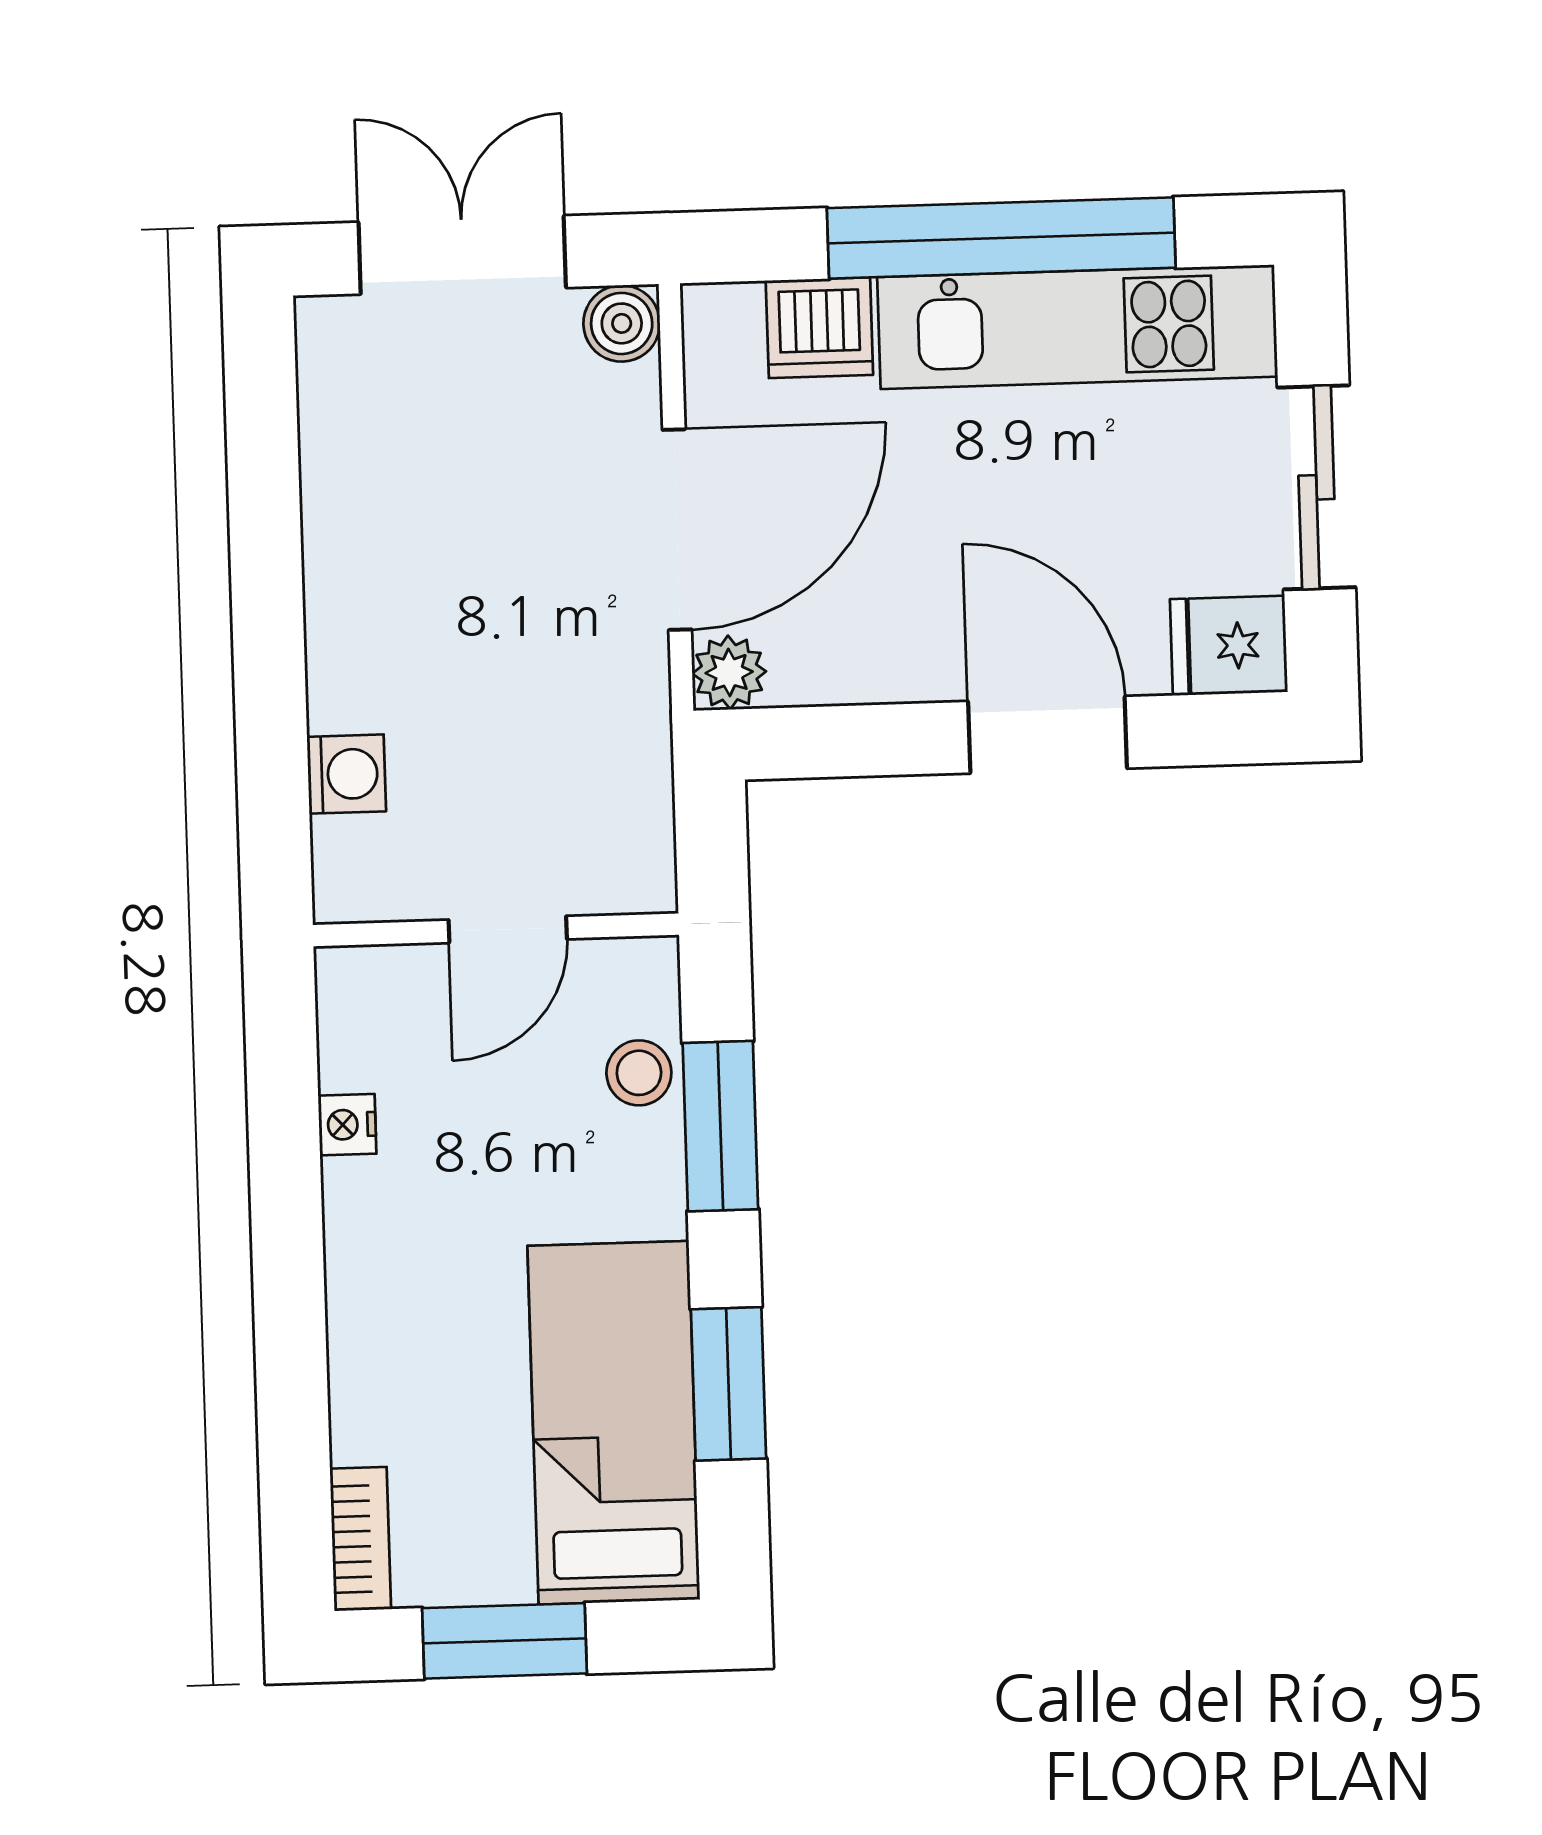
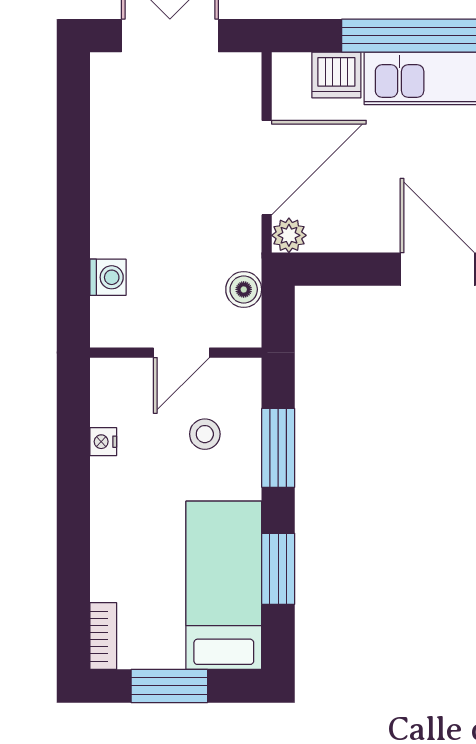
boiler: (622, 323) -> (244, 289), moved
stool: (639, 1073) -> (205, 434), moved

